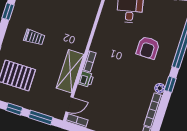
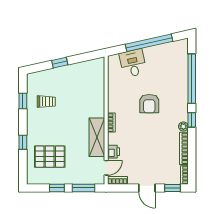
trolley: (34, 37) -> (46, 102), moved
armchair: (148, 48) -> (149, 104), moved
printer: (86, 79) -> (114, 152), moved

